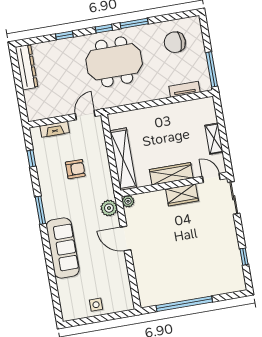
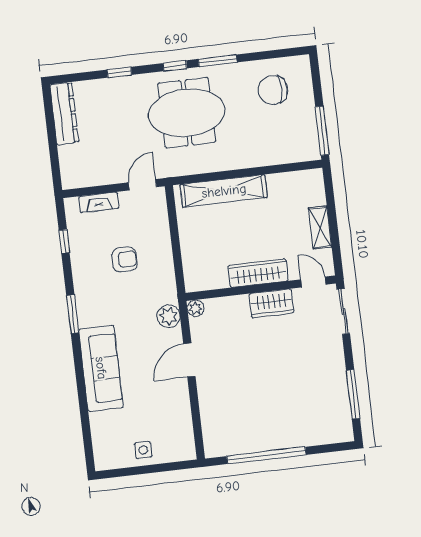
tv unit: (184, 89) -> (283, 156), removed
shelving: (123, 159) -> (224, 191), moved, turned 90
door: (126, 239) -> (189, 360), hinge flipped
window: (244, 257) -> (353, 394), width x2.17

